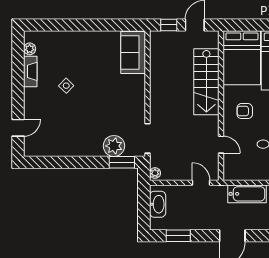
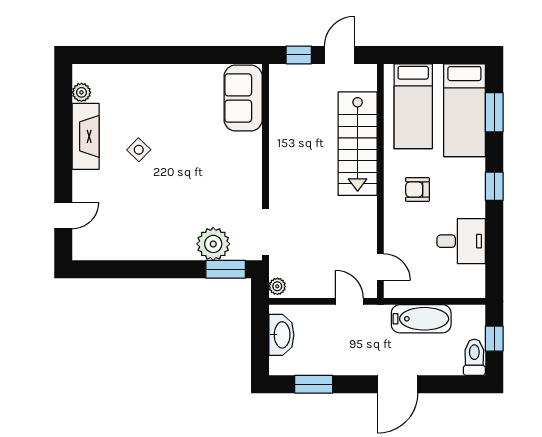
bed: (242, 58) -> (413, 106), width x0.67
fireplace: (30, 71) -> (86, 136), width x1.37, depth x1.32
door: (221, 145) -> (380, 267), moved

